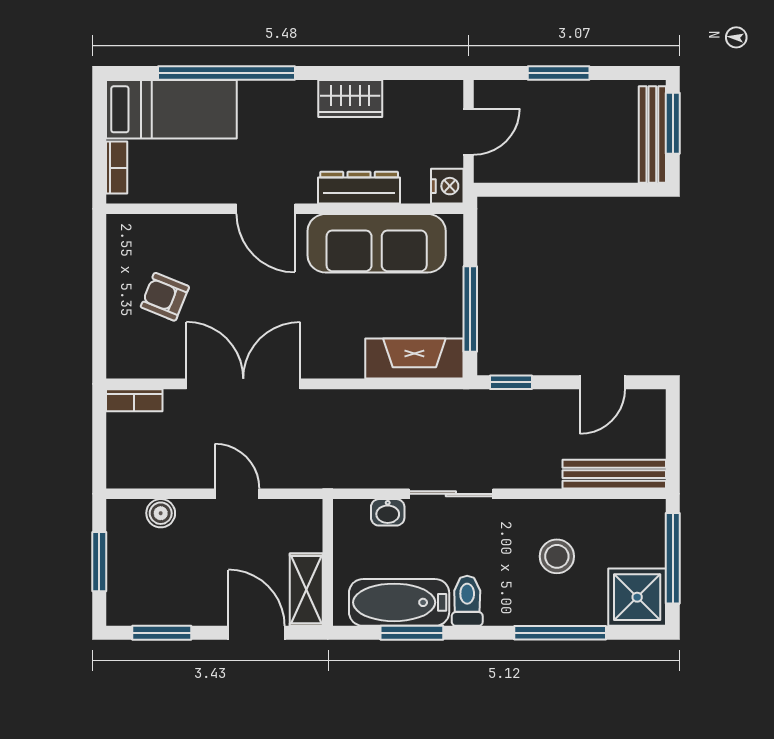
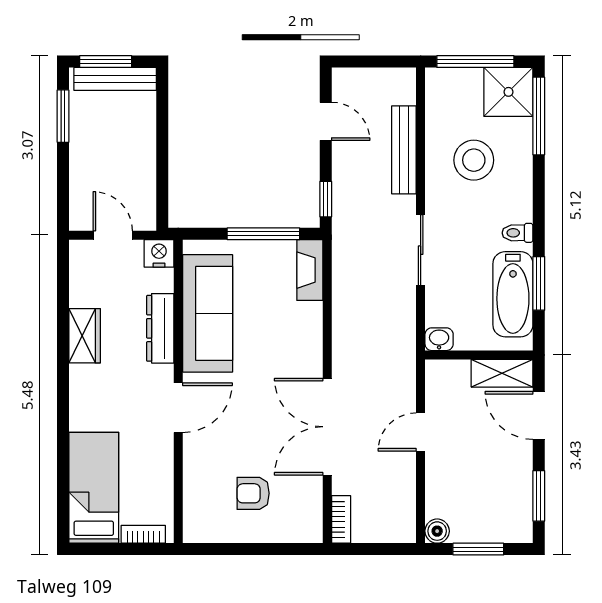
window: (227, 73) -> (63, 441), removed
window: (559, 73) -> (63, 116), moved
armchair: (165, 297) -> (253, 493), turned 68
fireplace: (414, 359) -> (310, 270), width x0.73, depth x0.76
bench: (614, 474) -> (404, 150), moved
washbasin: (388, 512) -> (439, 339), moved, turned -90
boiler: (161, 513) -> (437, 531), moved
stool: (557, 556) -> (474, 160), width x1.38, depth x1.38
toilet: (467, 601) -> (518, 233), width x0.73, depth x0.72
door: (257, 633) -> (539, 415), hinge flipped
window: (560, 633) -> (539, 116), moved

